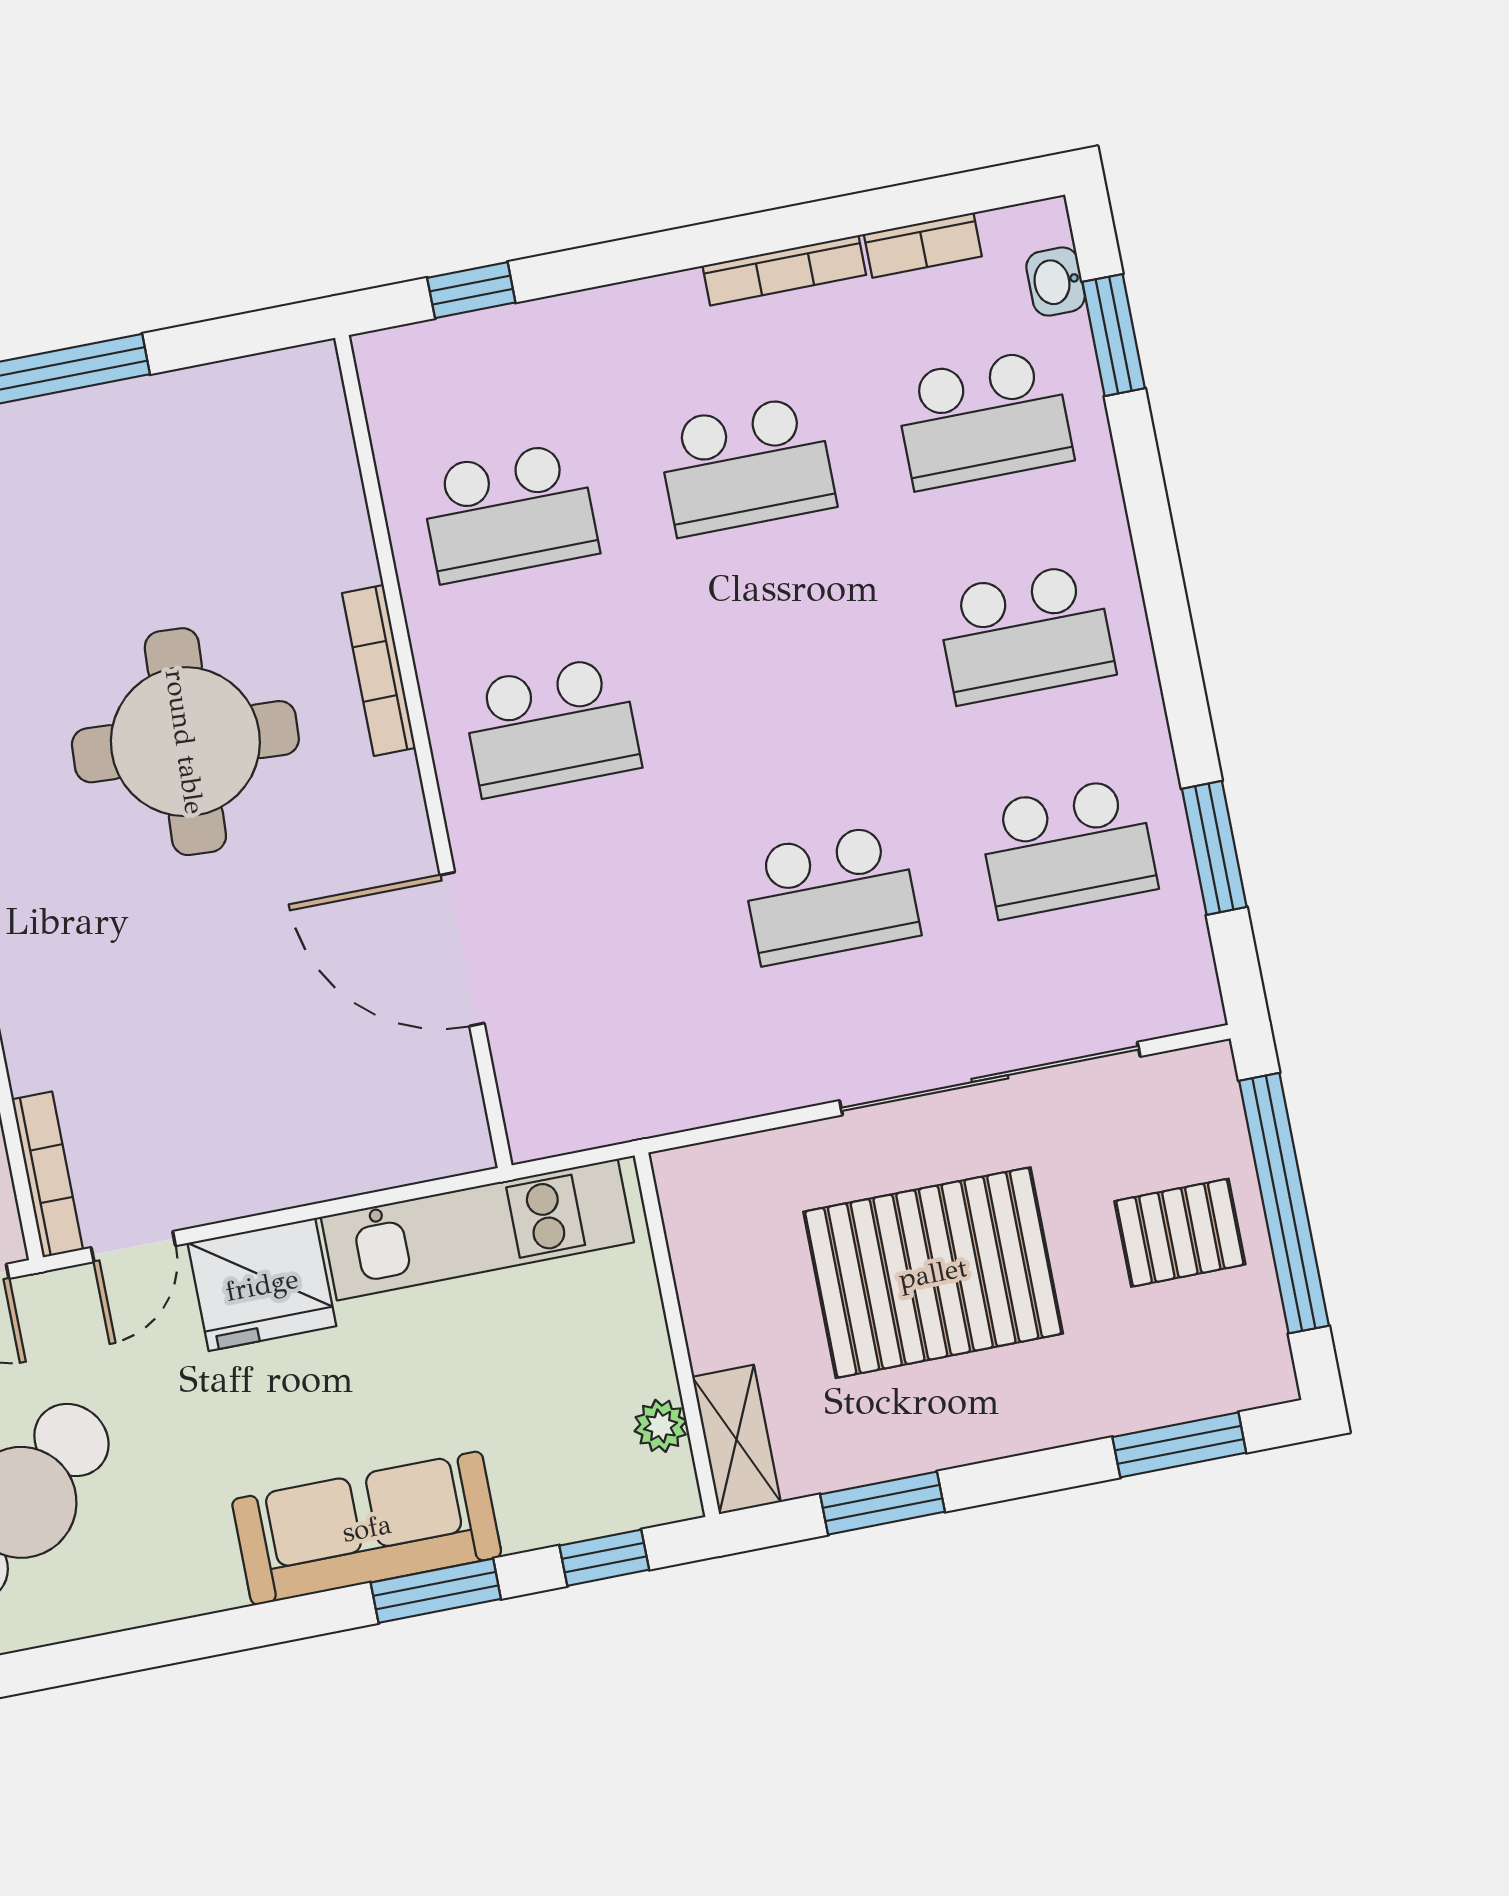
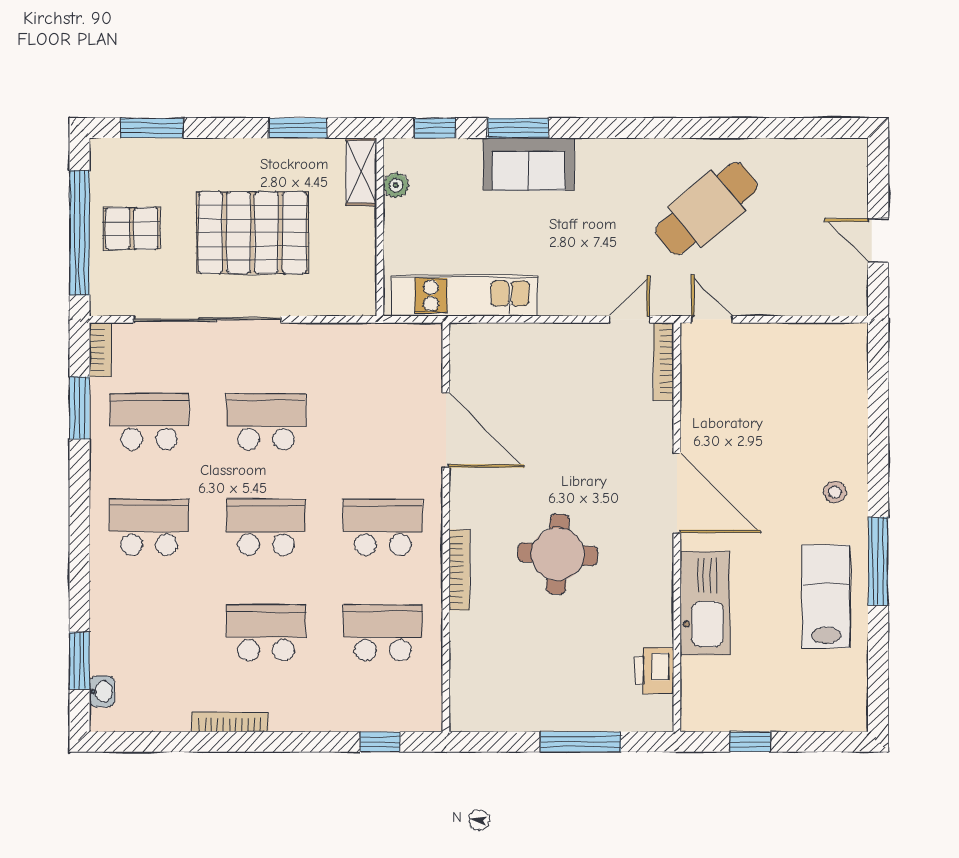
bookcase: (923, 245) -> (100, 350), moved, turned 90
school desk: (983, 419) -> (266, 527), moved
round table: (185, 742) -> (558, 554), width x0.73, depth x0.73
fridge: (262, 1285) -> (572, 289), removed
sofa: (367, 1528) -> (529, 164), width x0.73

